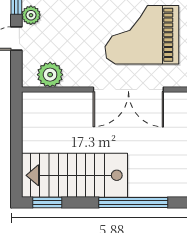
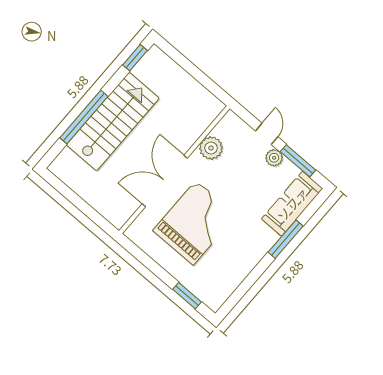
plant: (50, 75) -> (211, 148), moved
stairs: (74, 175) -> (113, 122), moved

